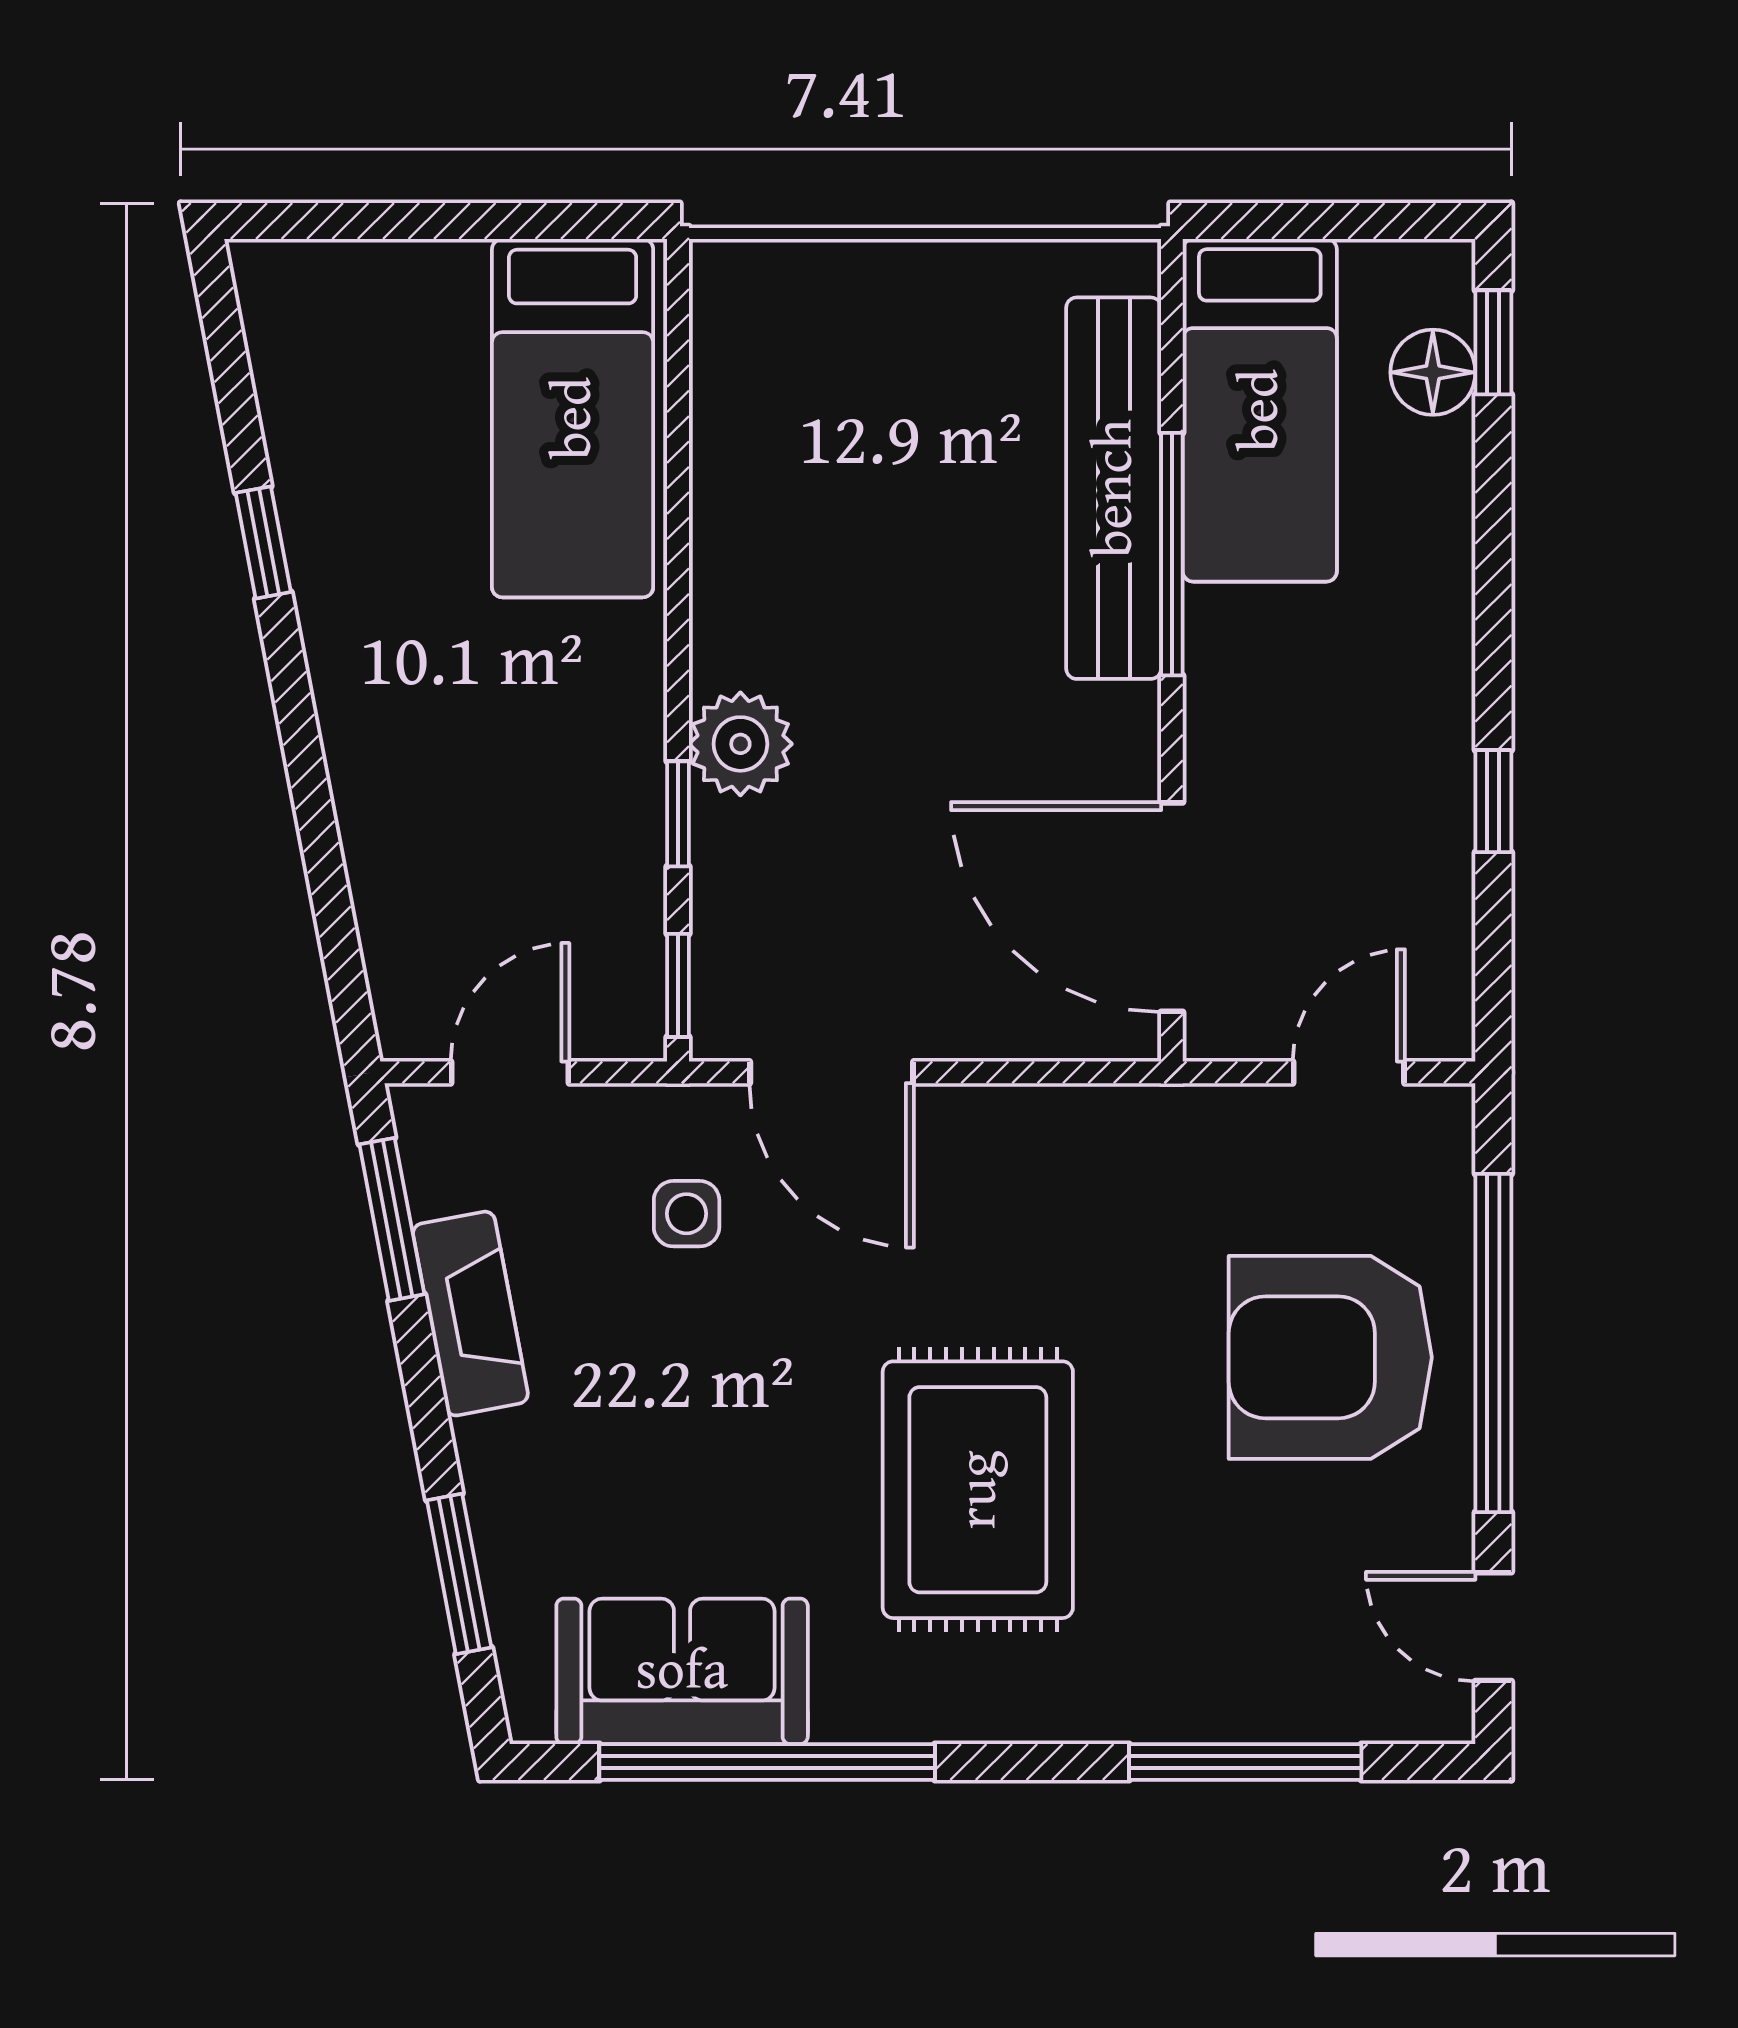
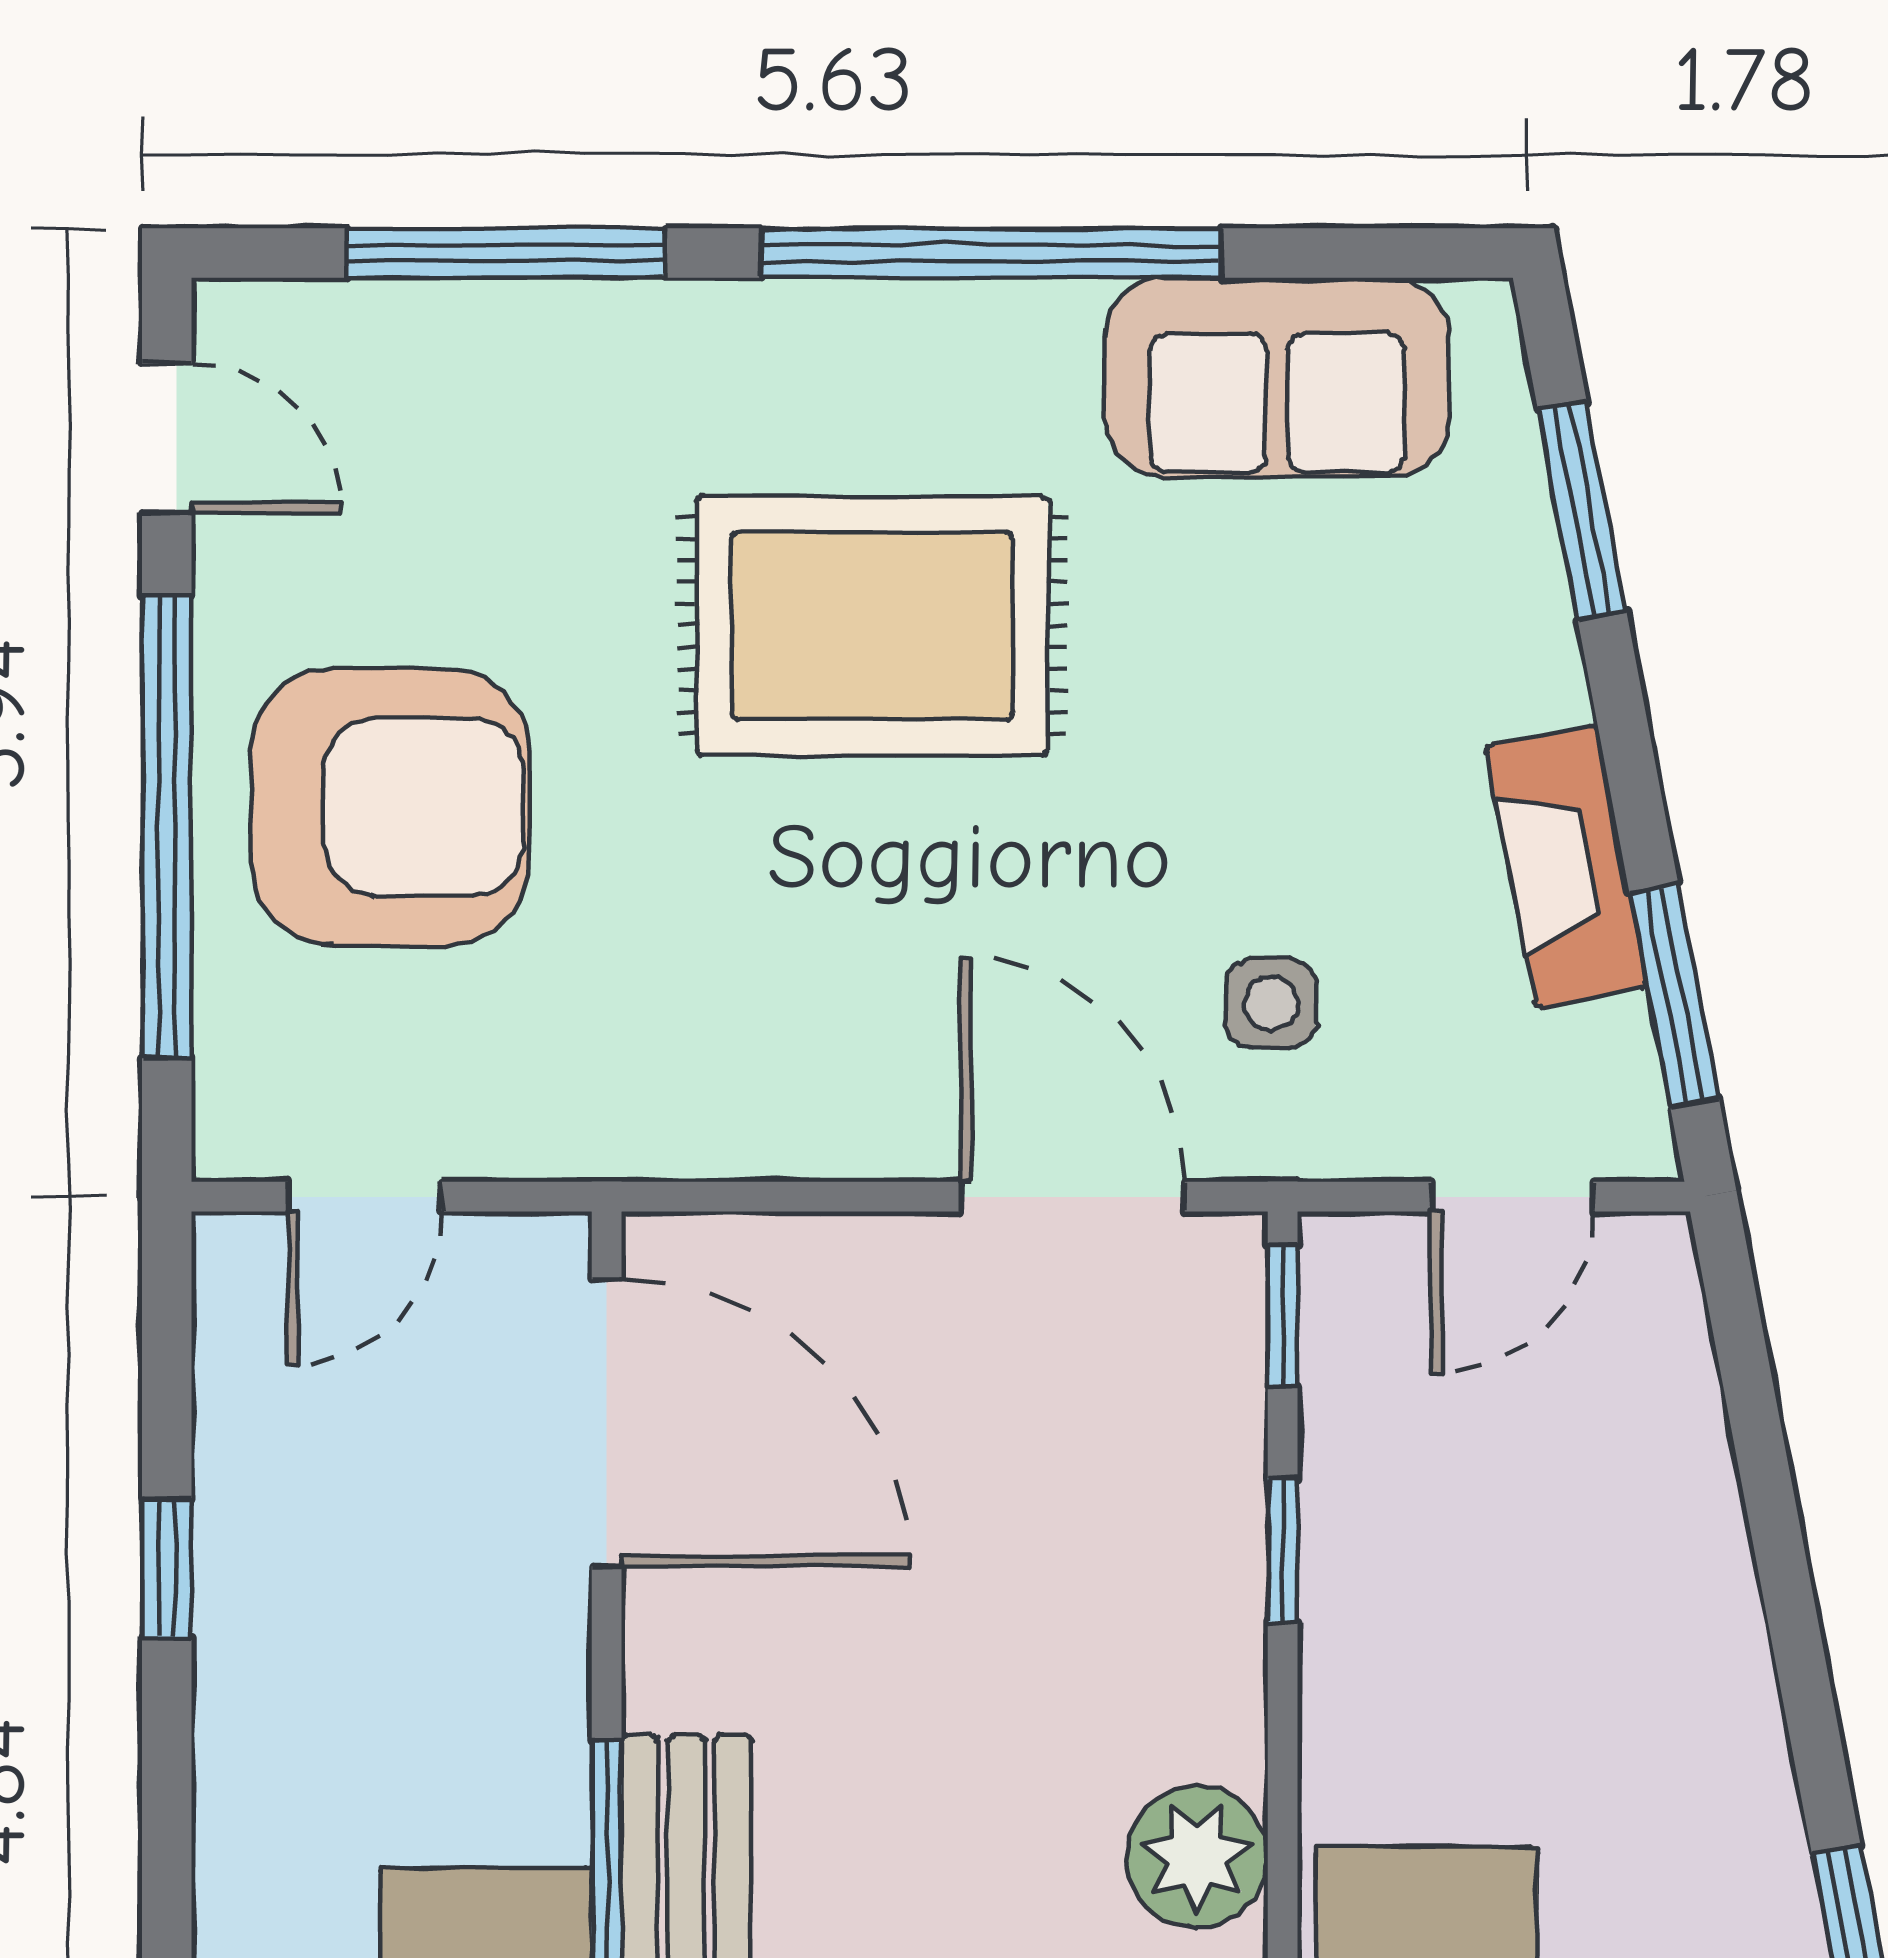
plant: (740, 744) -> (1197, 1857), moved
rug: (978, 1490) -> (872, 626), turned 90
window: (767, 1762) -> (991, 253), moved

